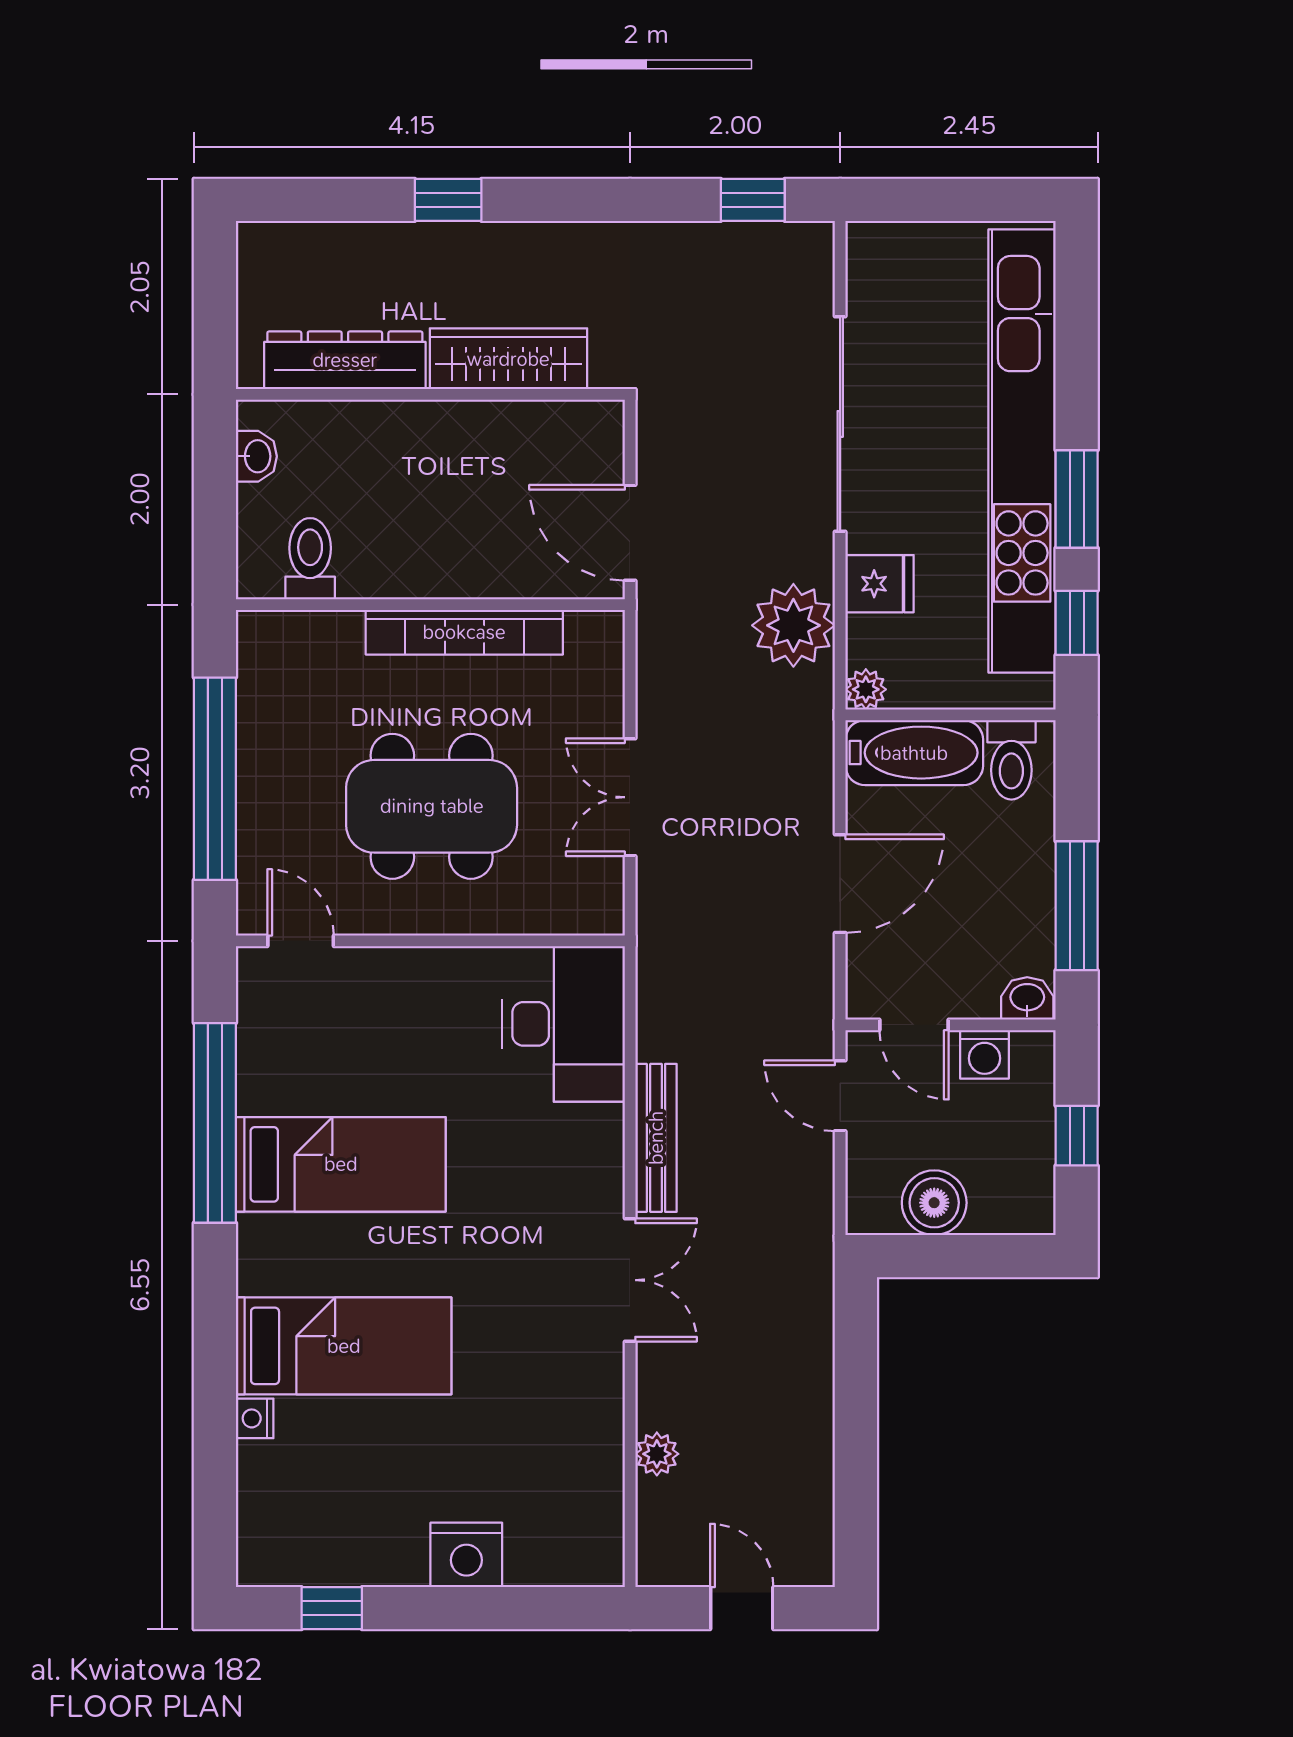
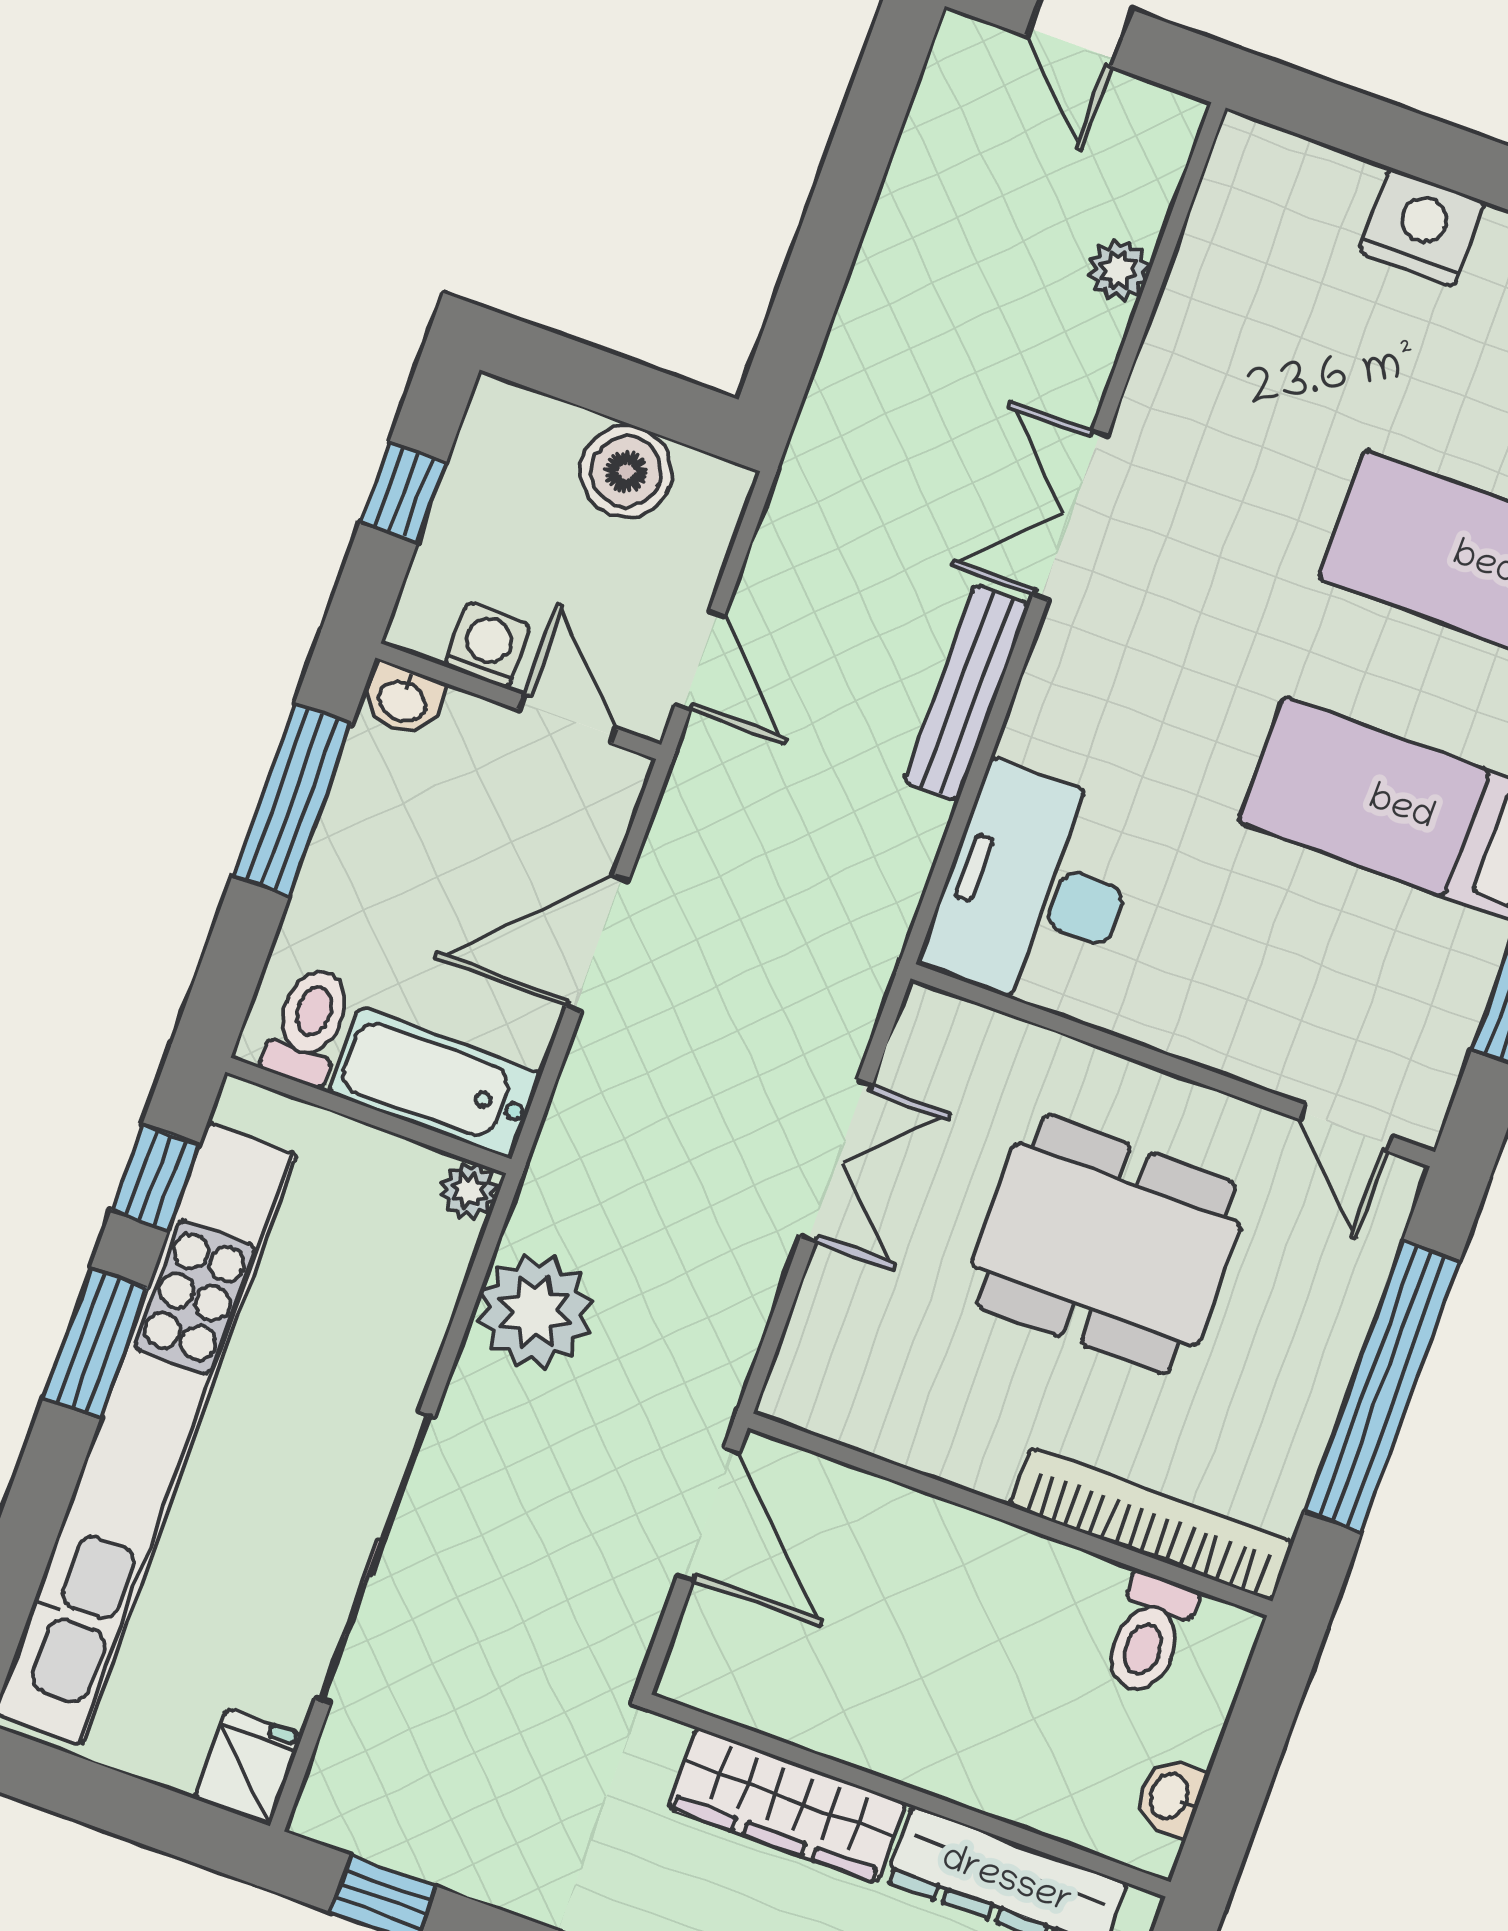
fridge: (880, 584) -> (248, 1767), moved, turned 90
bookcase: (464, 632) -> (1152, 1524), moved

